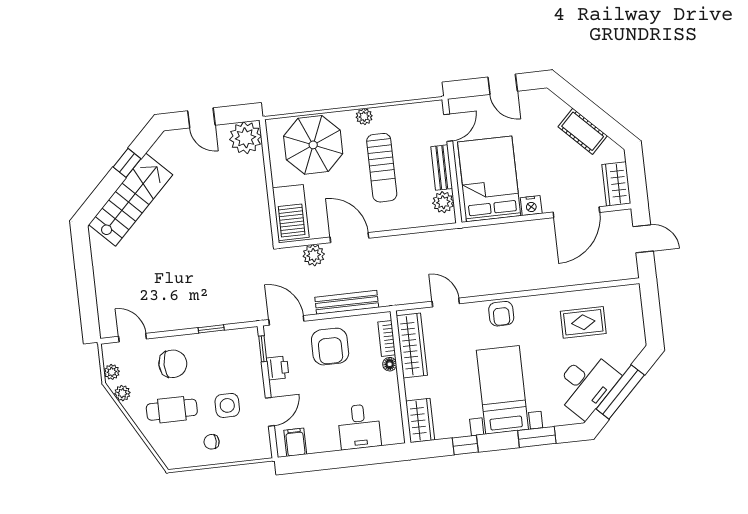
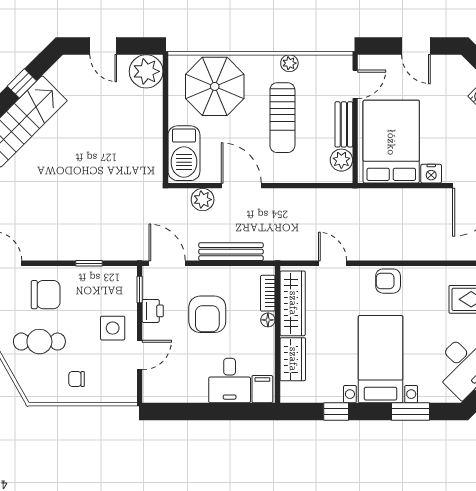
plant: (364, 117) -> (289, 63), moved
armchair: (501, 314) -> (388, 281), turned 90
armchair: (330, 347) -> (207, 314), moved
side table: (227, 405) -> (113, 328), moved
wardrobe: (420, 420) -> (293, 359), moved
filing cabinet: (295, 442) -> (262, 389), moved

